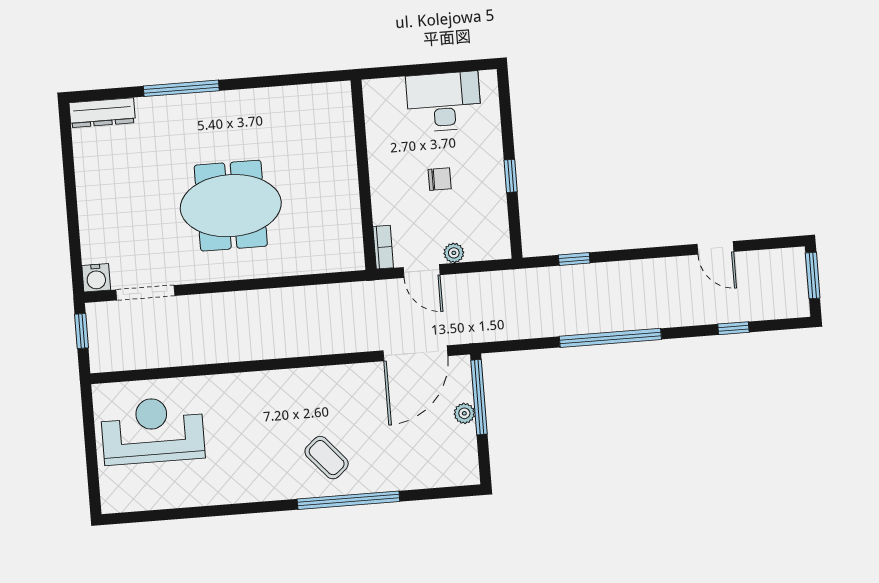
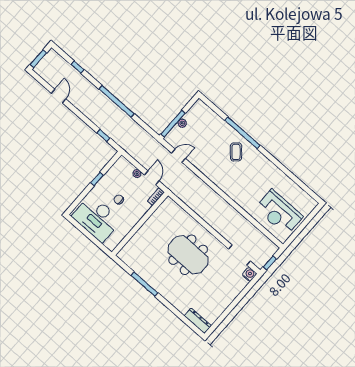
window: (181, 88) -> (144, 284), moved
desk: (444, 102) -> (97, 218), width x1.36, depth x1.30
door: (415, 353) -> (178, 156), width x0.53

